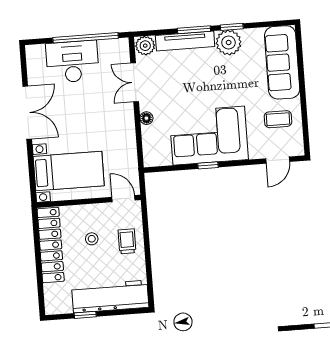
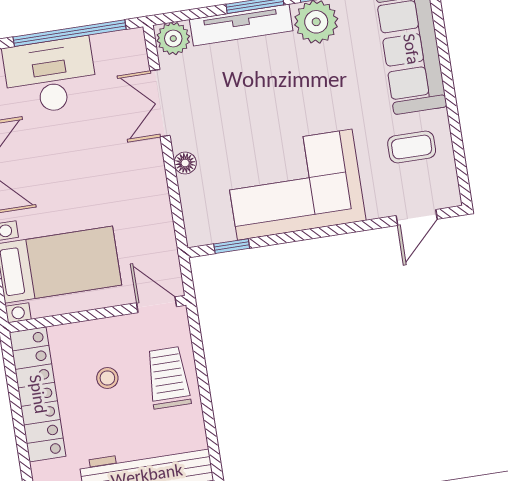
window: (208, 165) -> (232, 246), moved
trolley: (127, 241) -> (168, 378), width x1.36, depth x1.39

